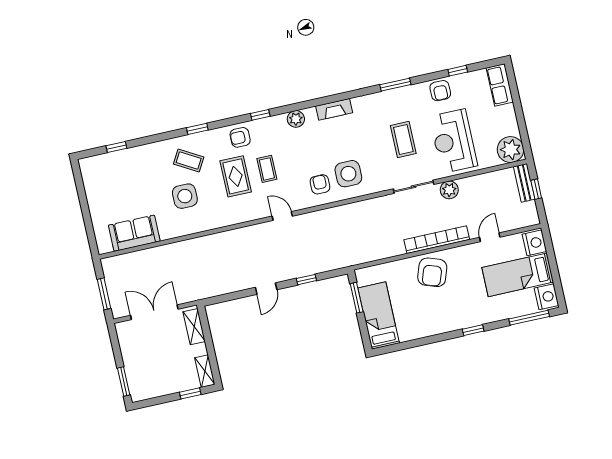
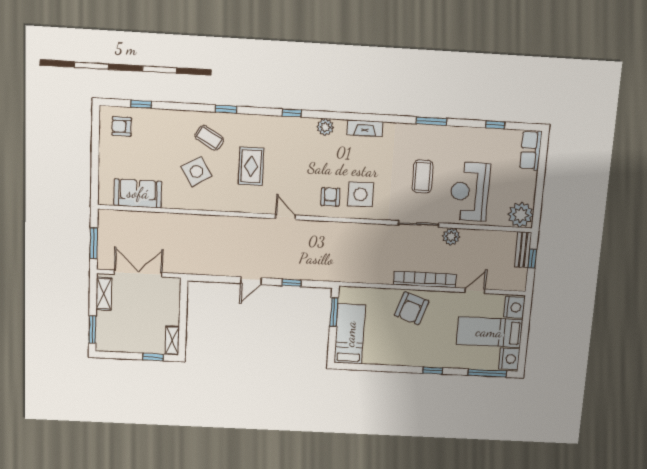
armchair: (440, 91) -> (472, 139), removed
armchair: (240, 137) -> (122, 126), moved
coffee table: (267, 169) -> (283, 168), removed
side table: (185, 196) -> (196, 171), turned -31
shelving: (194, 327) -> (104, 294), moved

